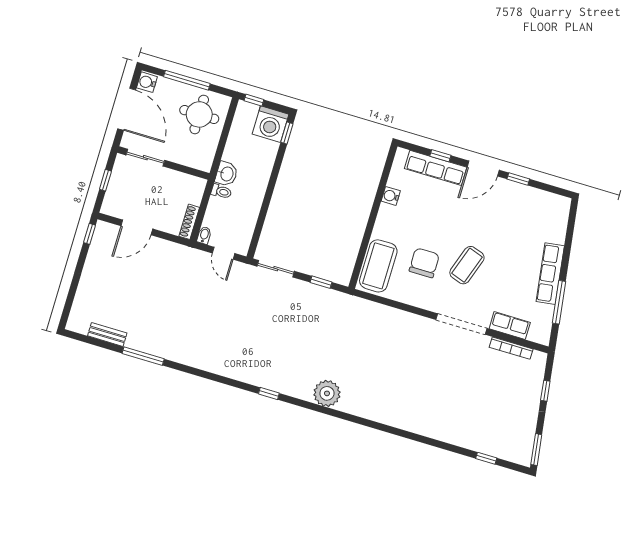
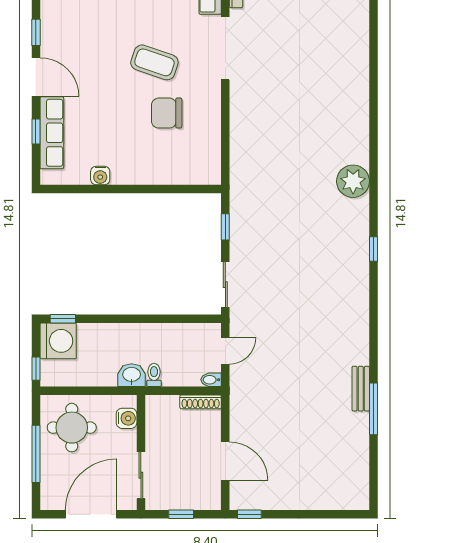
water cooler: (147, 82) -> (127, 418), moved, turned -90
coffee table: (378, 266) -> (186, 166), removed
bench: (107, 334) -> (361, 389), moved

